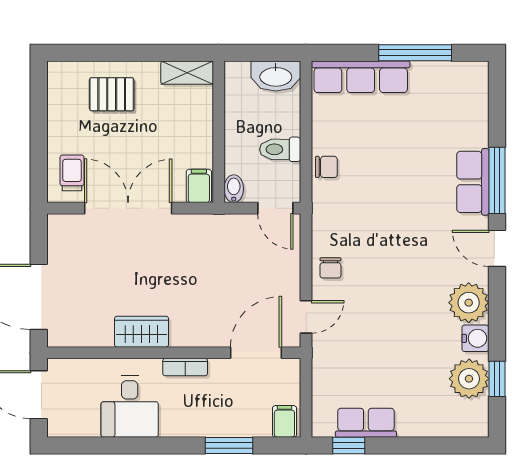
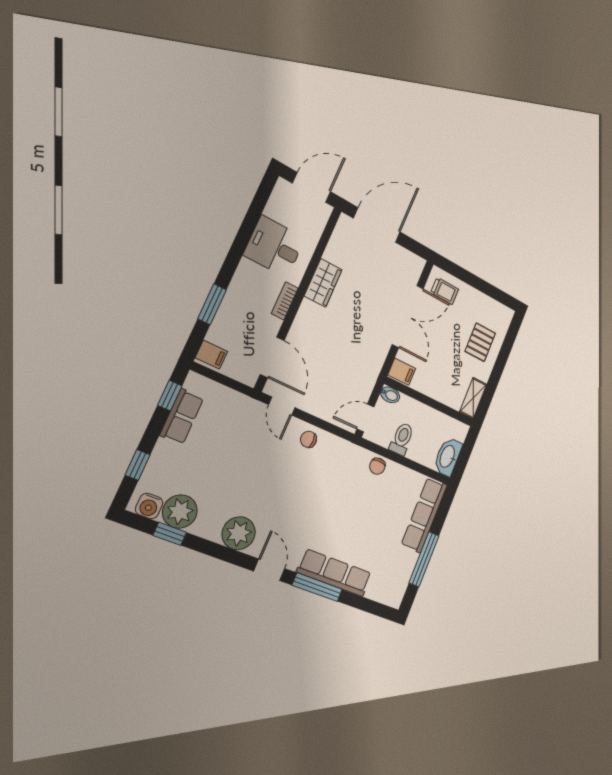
row of seats: (473, 182) -> (335, 573), width x1.48
door: (497, 248) -> (269, 570), hinge flipped
water cooler: (475, 338) -> (149, 506), moved
window: (437, 445) -> (138, 465), added

